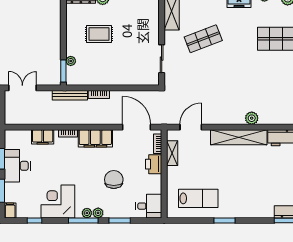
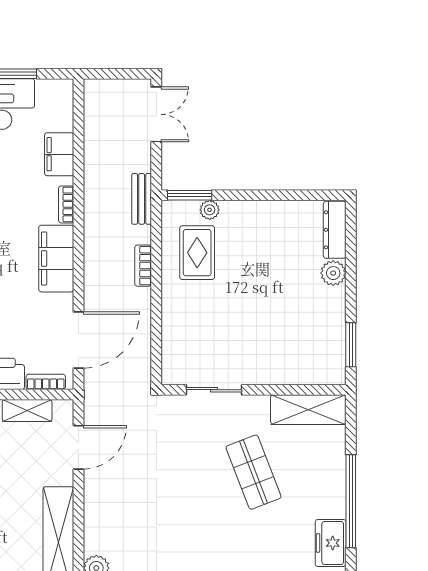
rug: (99, 34) -> (197, 253), moved
bench: (70, 95) -> (142, 199), width x0.73
door: (191, 127) -> (78, 447), hinge flipped

